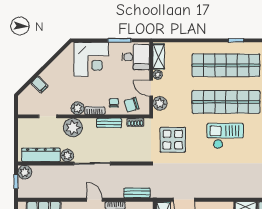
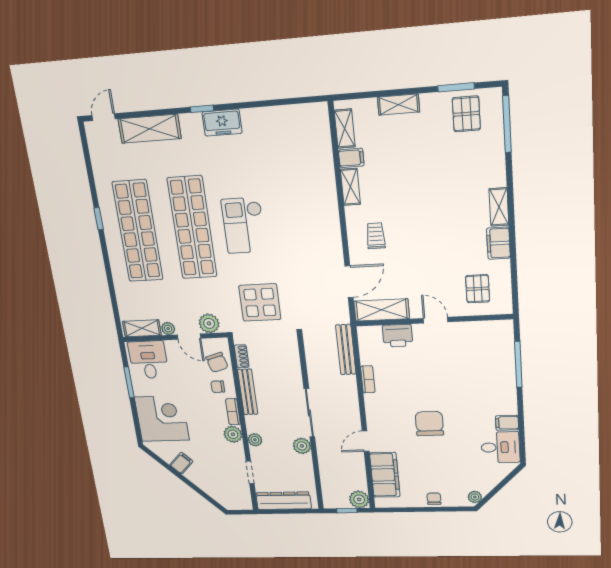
filing cabinet: (39, 84) -> (181, 463), moved
door: (151, 88) -> (189, 337), hinge flipped
bench: (109, 123) -> (248, 392), width x1.36
plant: (73, 128) -> (255, 440), width x0.53, depth x0.53
dresser: (41, 155) -> (284, 501), moved, turned 90
plant: (25, 172) -> (359, 499), moved
bench: (137, 193) -> (346, 350), width x1.36
door: (94, 200) -> (366, 441), moved

